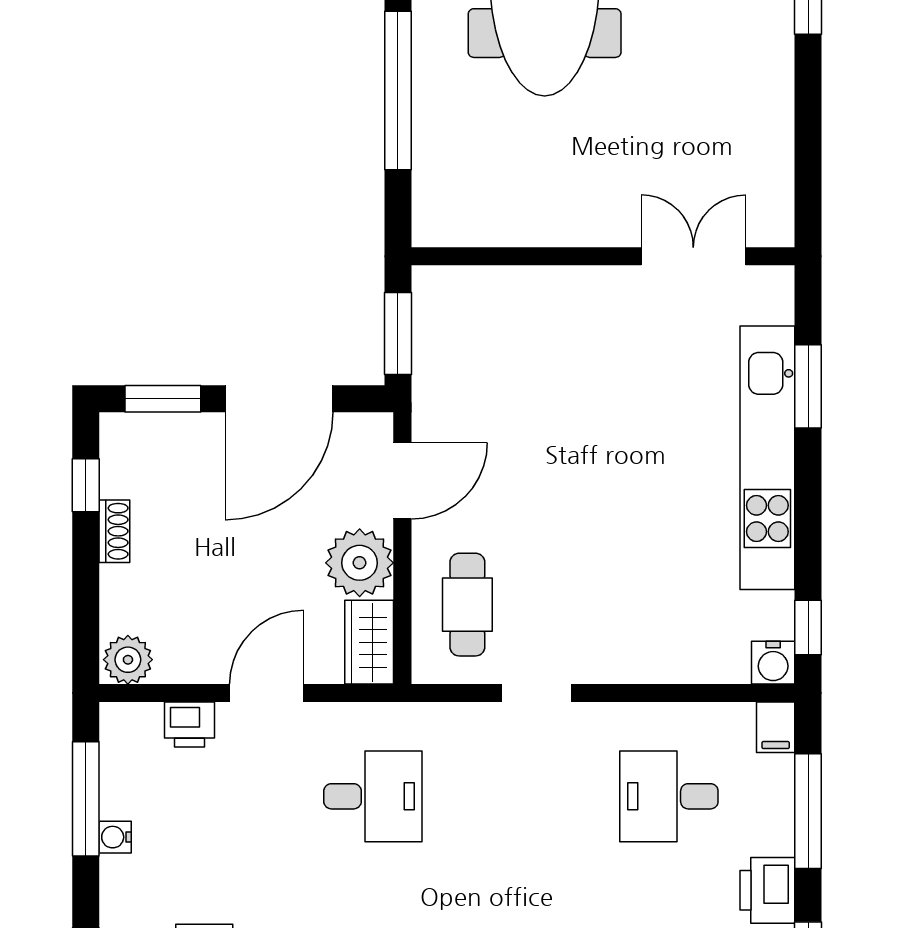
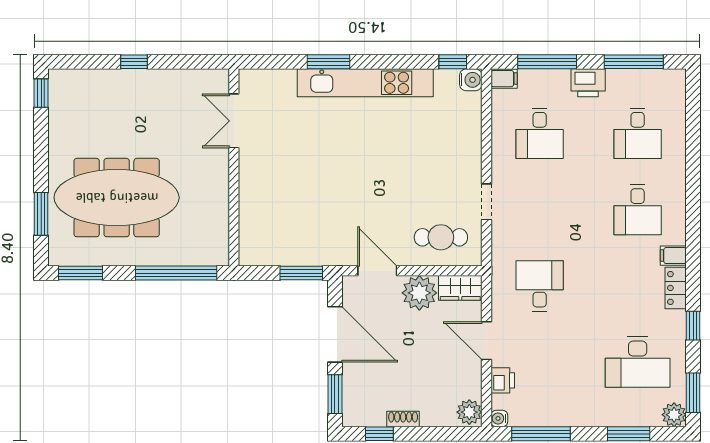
wall: (603, 256) -> (234, 167), moved
double door: (693, 256) -> (234, 121), moved
water cooler: (115, 837) -> (499, 418), moved, turned 90

